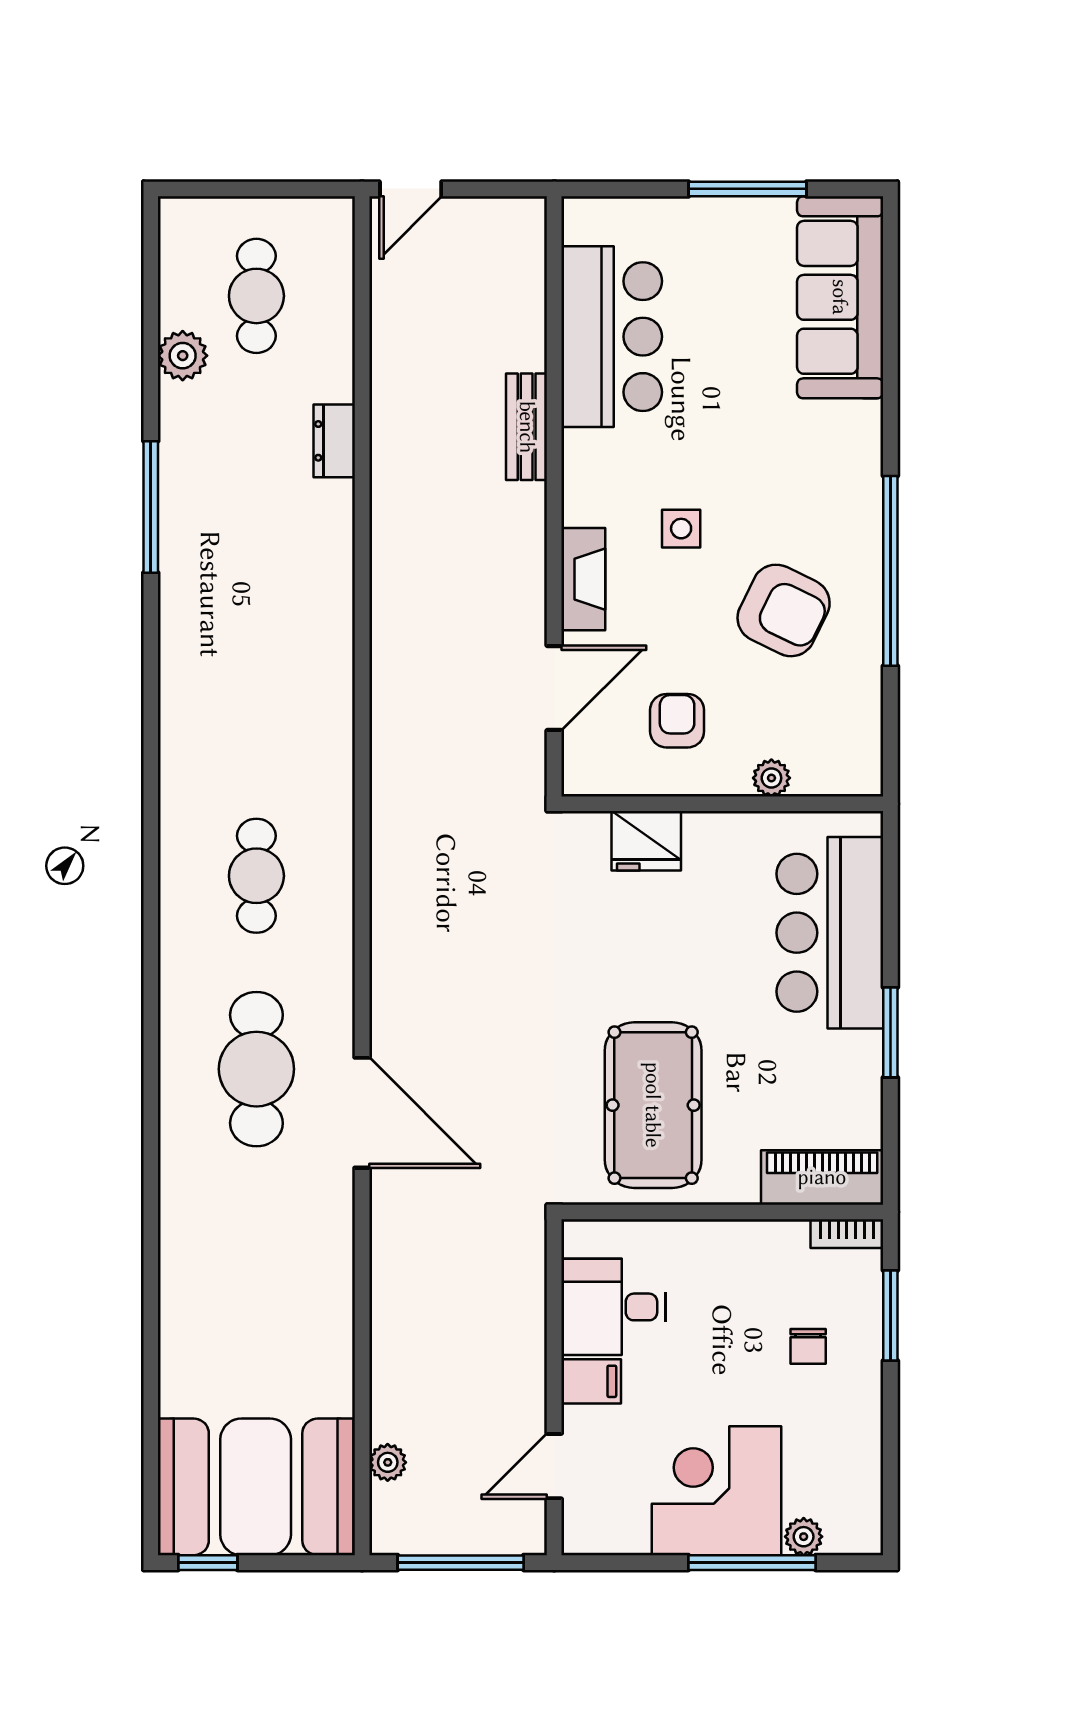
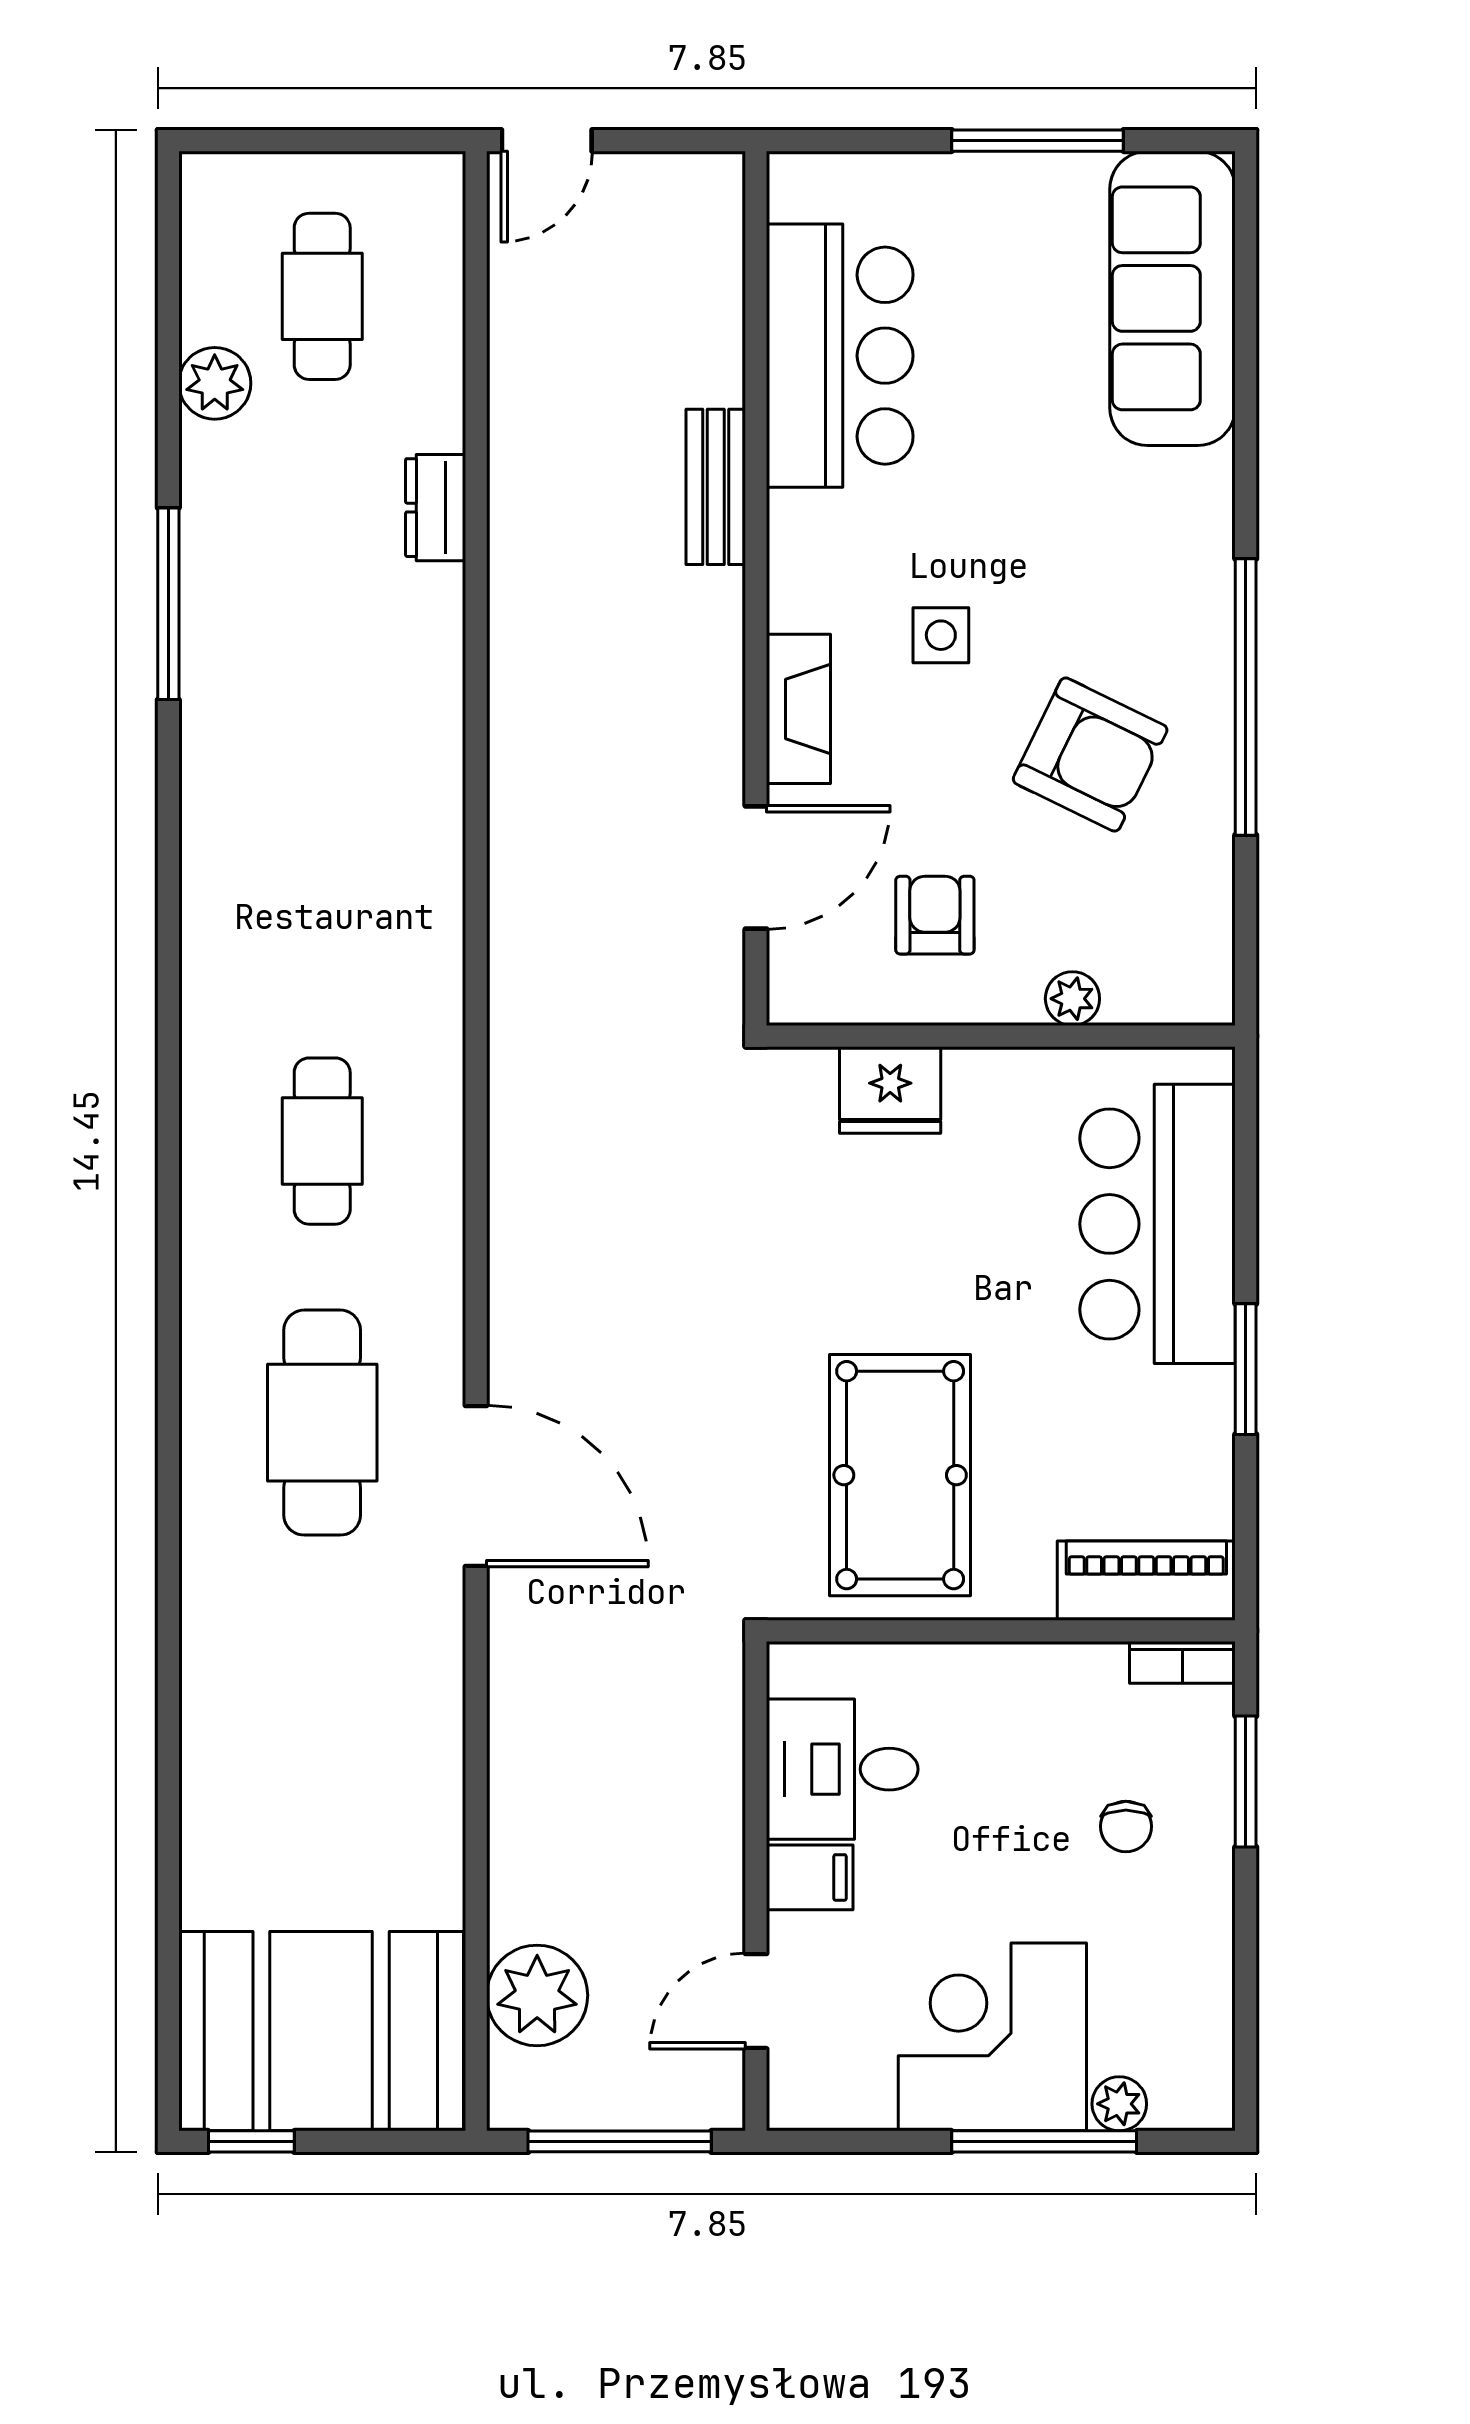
plant: (388, 1462) -> (537, 1995), width x1.87, depth x1.87

